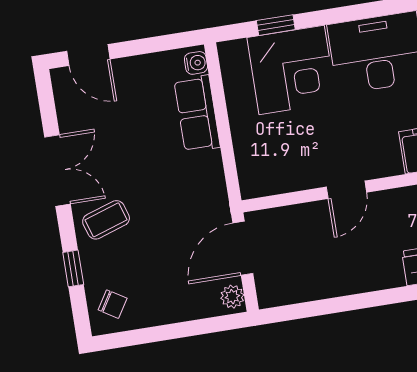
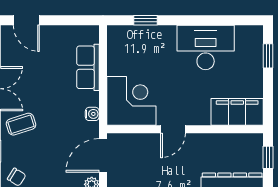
water cooler: (196, 63) -> (92, 114), moved
corner desk: (292, 70) -> (131, 101), moved, turned -90

